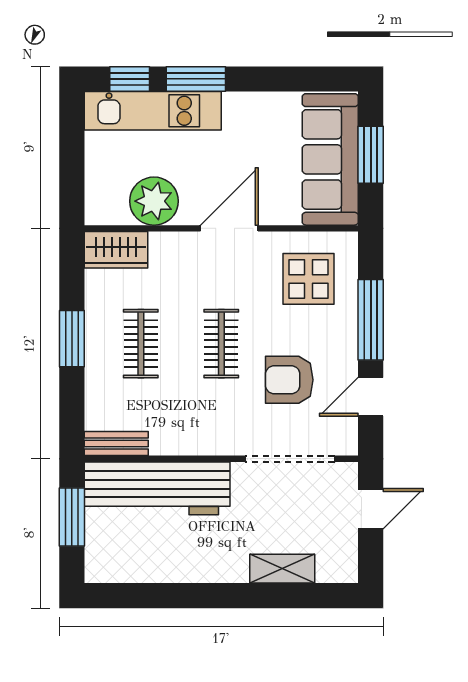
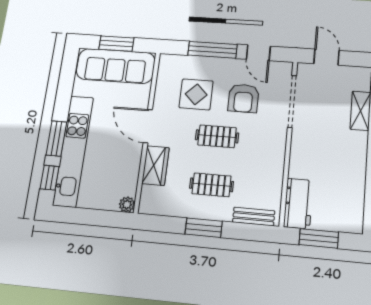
kitchen unit: (153, 111) -> (73, 151), width x1.36
plant: (154, 201) -> (127, 205), moved, width x0.53, depth x0.53
wardrobe: (116, 250) -> (155, 166), moved
display table: (309, 279) -> (196, 94), moved
bench: (116, 443) -> (254, 217), moved, turned 90
workbench: (157, 488) -> (298, 204), width x0.53, depth x0.76

